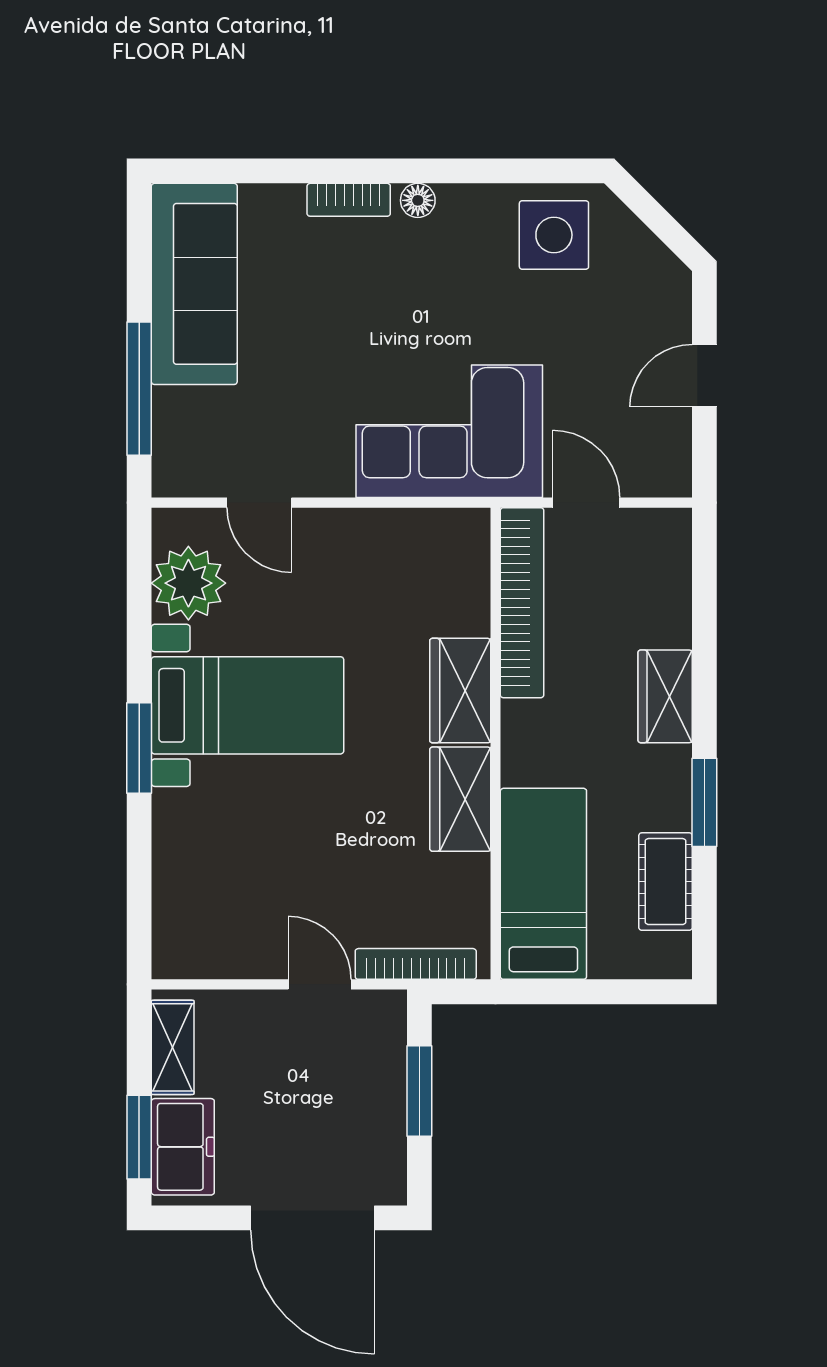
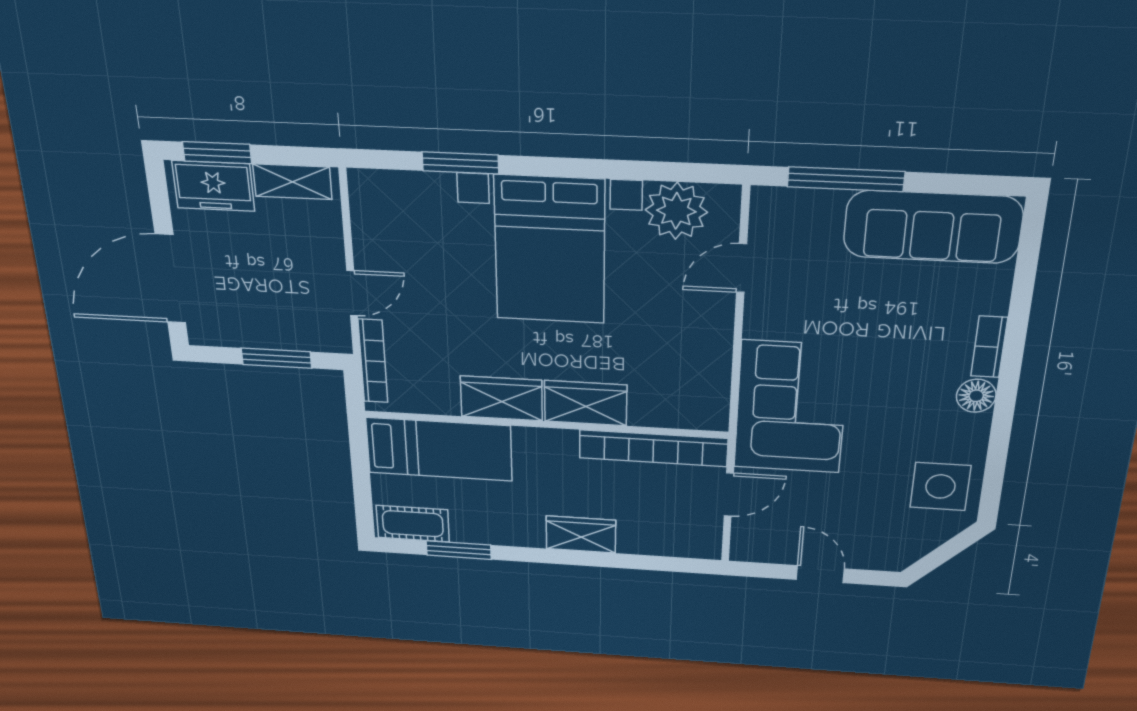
floor lamp: (418, 200) -> (976, 396), width x1.37, depth x1.37
bed with nightstands: (248, 705) -> (550, 250), width x1.36
window: (139, 748) -> (460, 163), moved
window: (704, 802) -> (459, 550), moved
cot: (666, 882) -> (413, 524), moved

